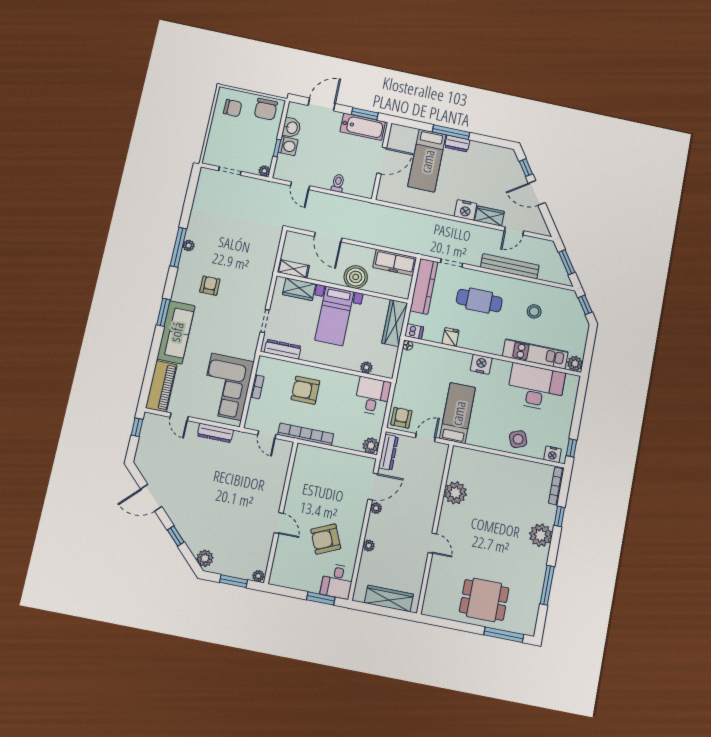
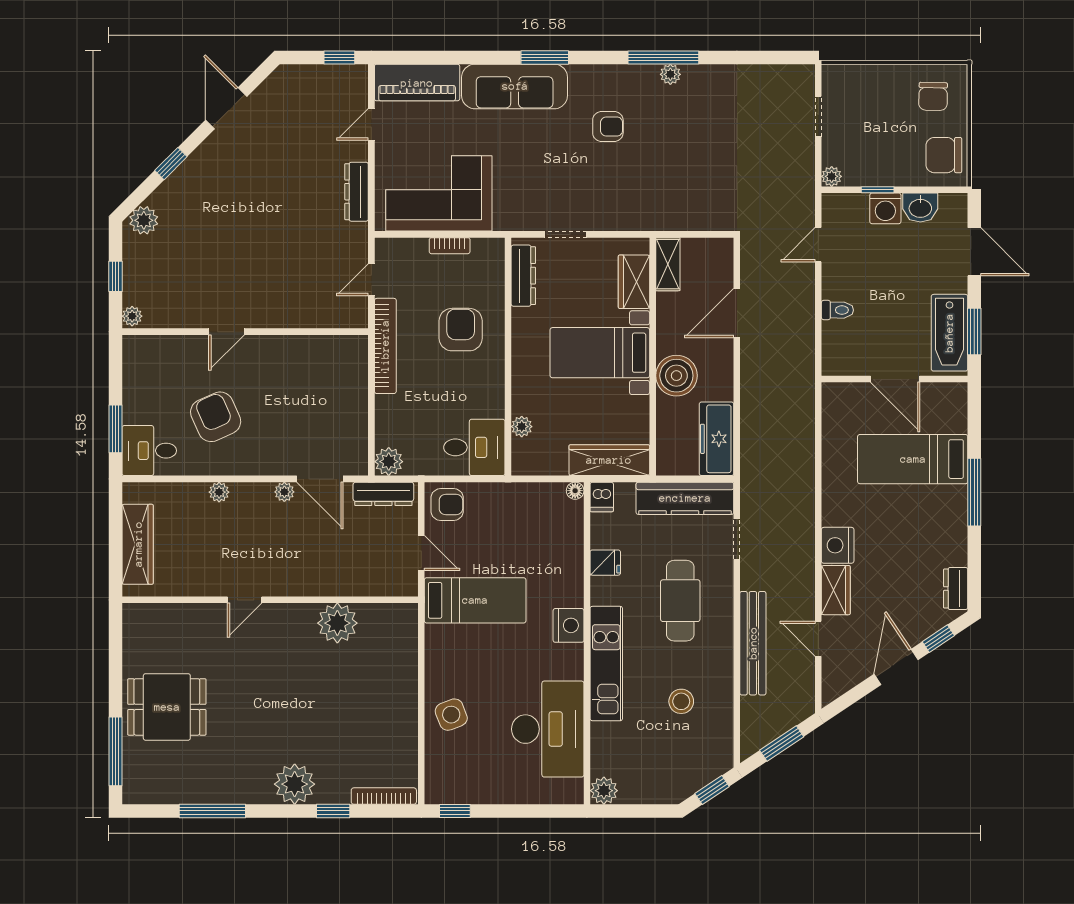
dresser: (457, 144) -> (956, 589), moved
kitchen unit: (535, 354) -> (606, 664), moved
nightstand: (553, 454) -> (437, 780), removed
window: (234, 581) -> (116, 276), width x0.67
dining table: (484, 600) -> (167, 707), turned 90

